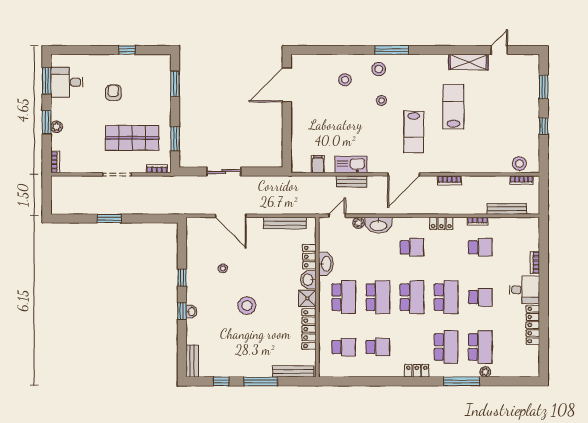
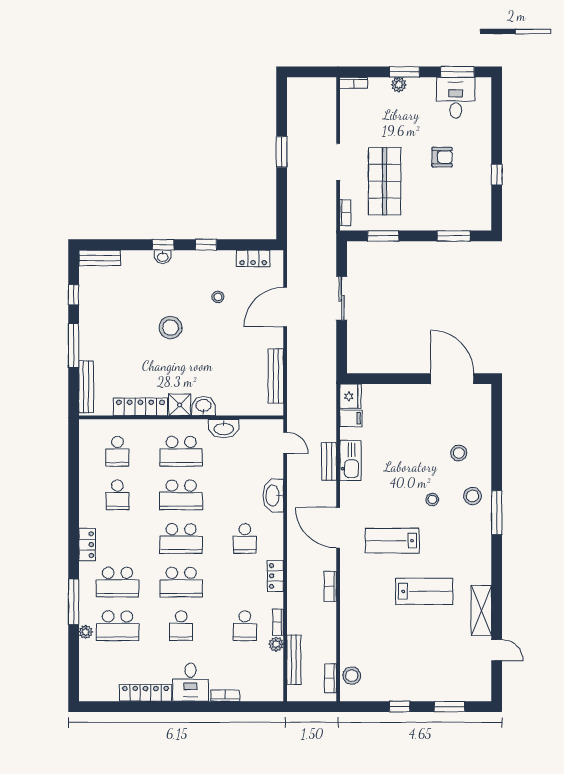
fridge: (301, 165) -> (350, 396), added
plant: (358, 223) -> (276, 644), moved
locker: (309, 257) -> (253, 258), moved, turned 180

